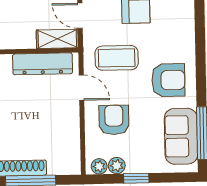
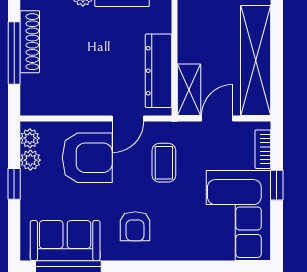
coffee table: (117, 58) -> (164, 163), width x0.73, depth x0.77
armchair: (168, 80) -> (135, 226), width x0.72, depth x0.72
armchair: (114, 120) -> (87, 158), width x1.36, depth x1.36

